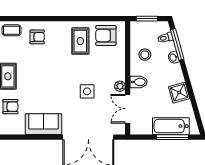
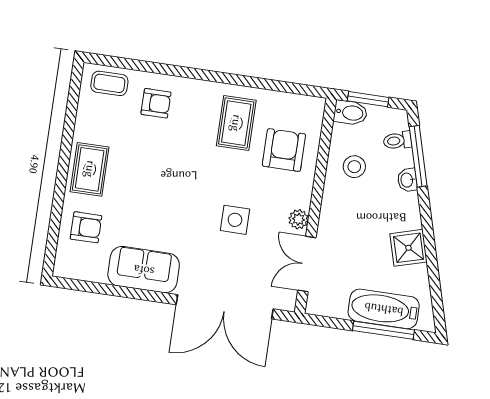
armchair: (106, 36) -> (284, 150), moved, turned 90
bidet: (139, 82) -> (350, 113), moved

